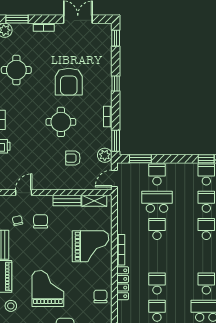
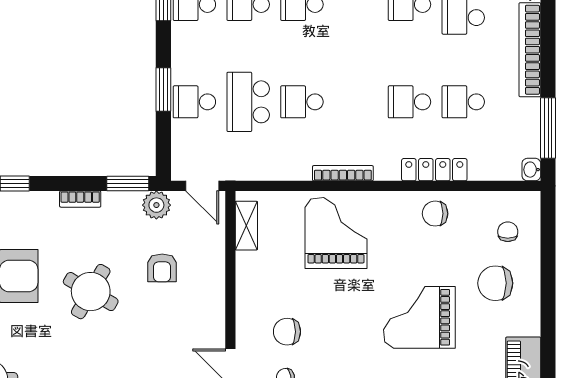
round table: (61, 122) -> (91, 292), turned 30
window: (140, 159) -> (163, 90), moved
bench: (67, 201) -> (246, 280), removed
locker: (123, 283) -> (434, 170), moved

